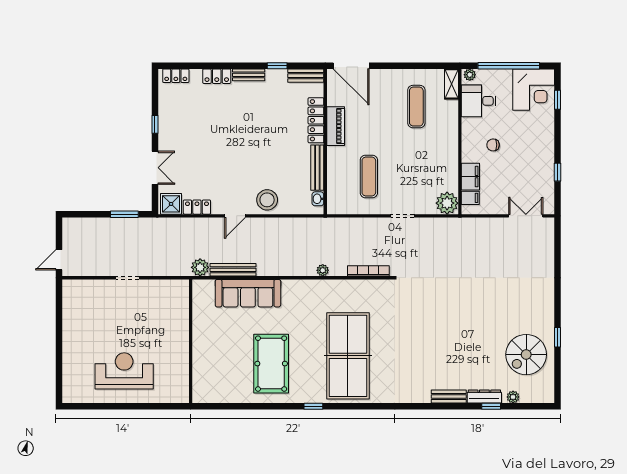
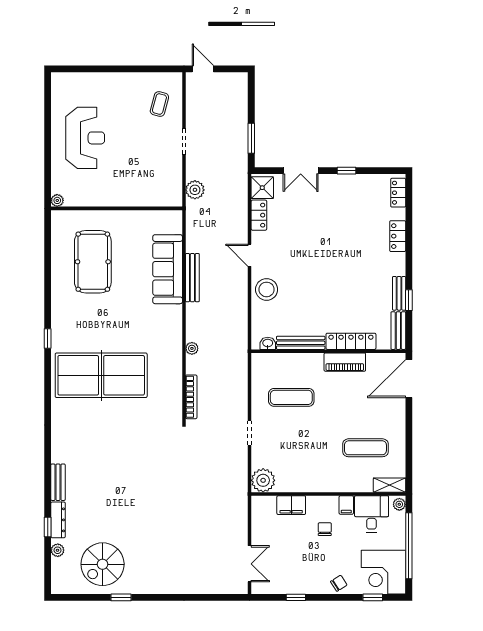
bench: (249, 75) -> (399, 293), moved
chair: (544, 132) -> (339, 583), added
filing cabinet: (470, 198) -> (346, 505), moved
plant: (200, 267) -> (195, 190), moved
bench: (233, 270) -> (192, 278), moved
coffee table: (92, 301) -> (159, 104), added
spiral stairs: (526, 355) -> (103, 564), turned -90
pool table: (271, 364) -> (93, 262), moved, turned 90
plant: (183, 397) -> (57, 200), added

